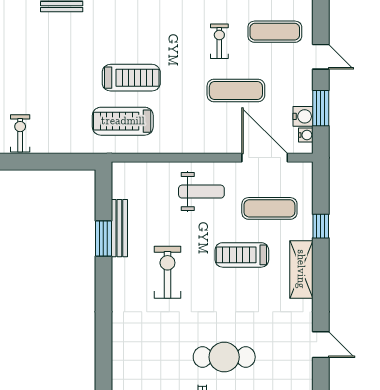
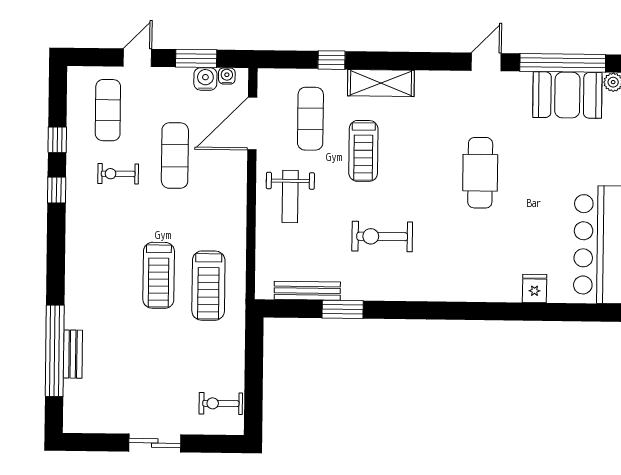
treadmill: (131, 78) -> (159, 275), turned 180
weight bench: (201, 192) -> (290, 196), turned 180
bench: (119, 228) -> (307, 291), moved
door: (321, 345) -> (486, 62), moved

